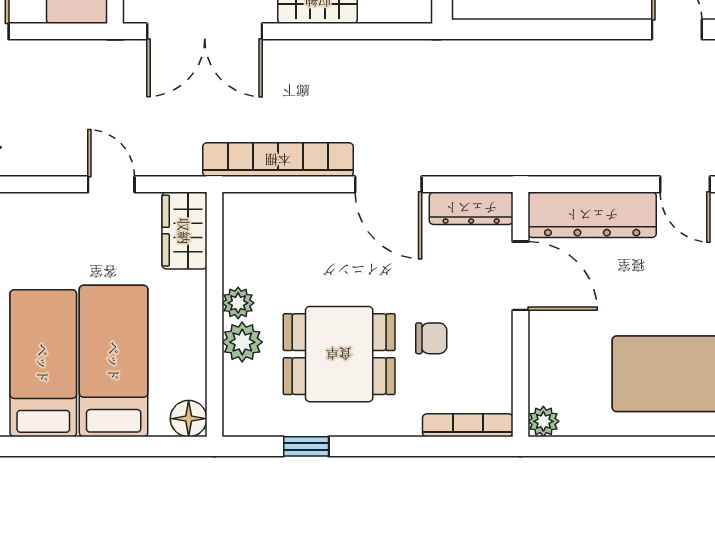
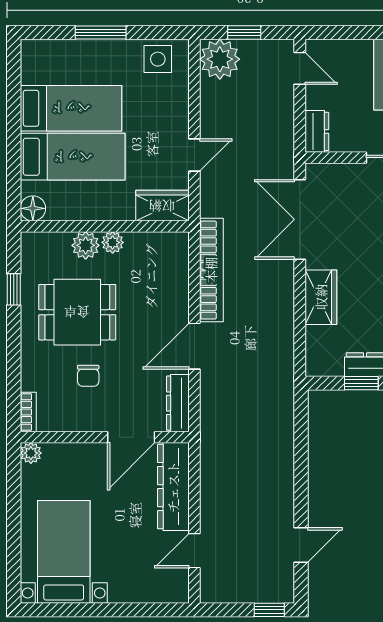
dining table: (339, 354) -> (77, 312), turned 90
bookcase: (468, 425) -> (28, 412), width x0.64

